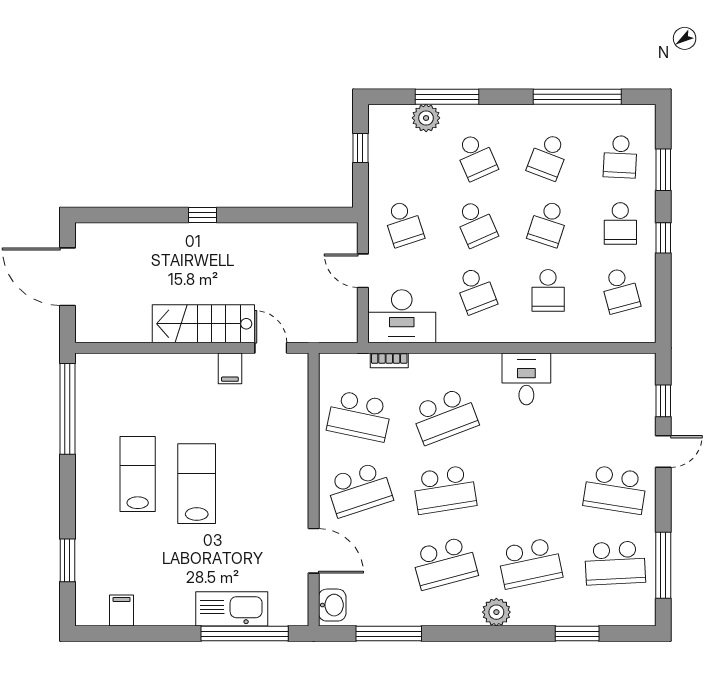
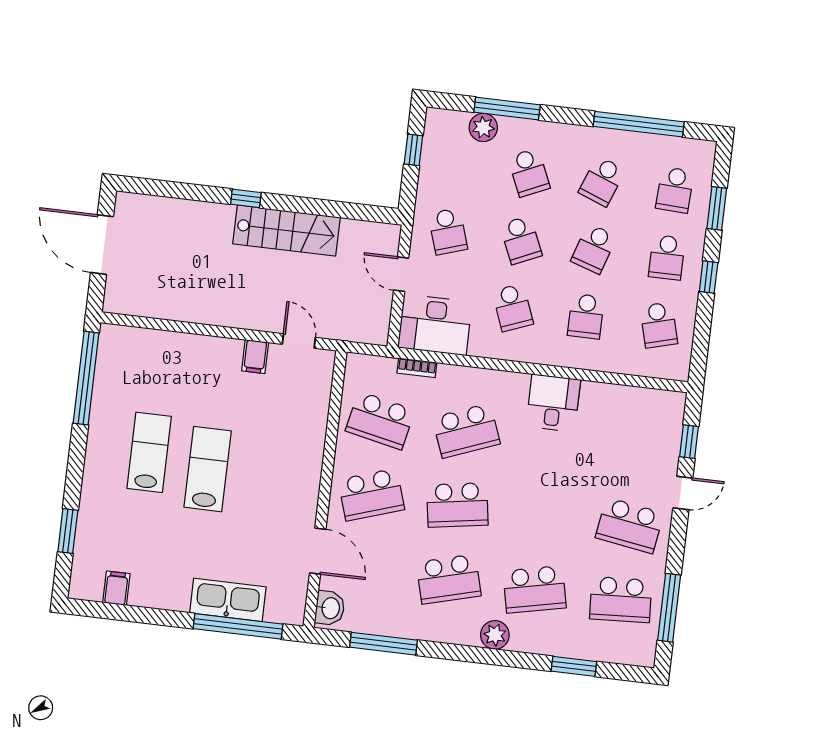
stairs: (203, 324) -> (287, 231), moved, turned 180

